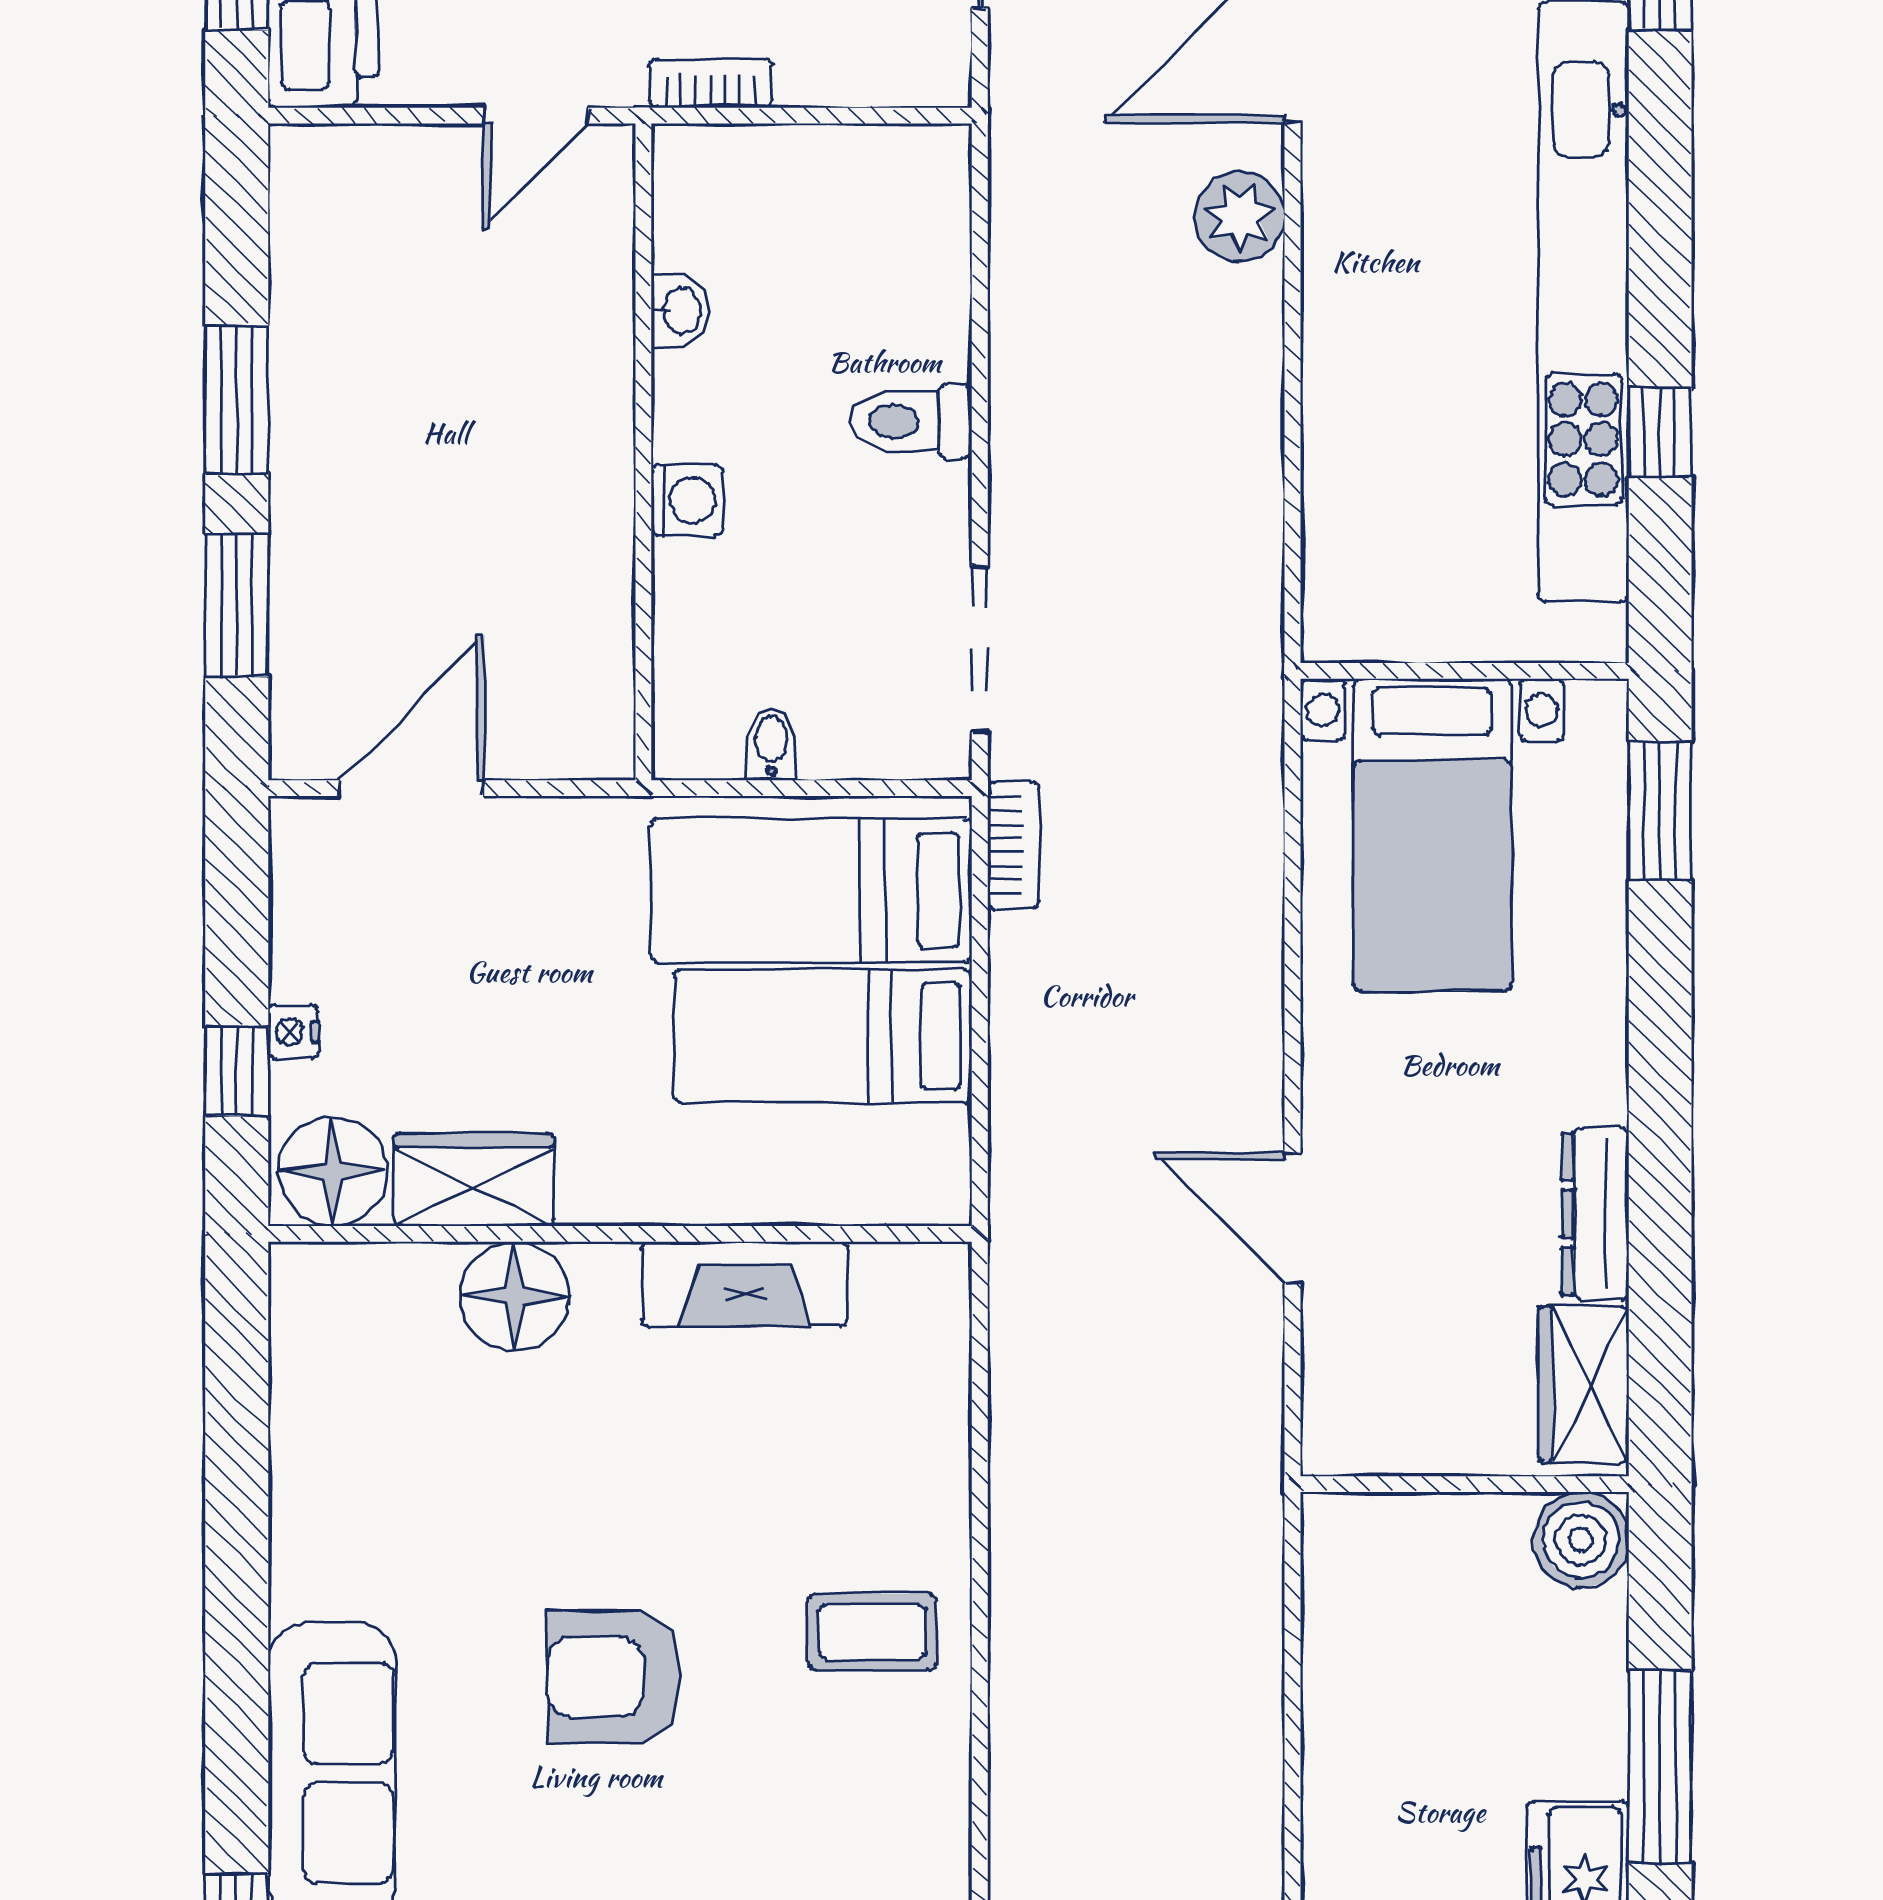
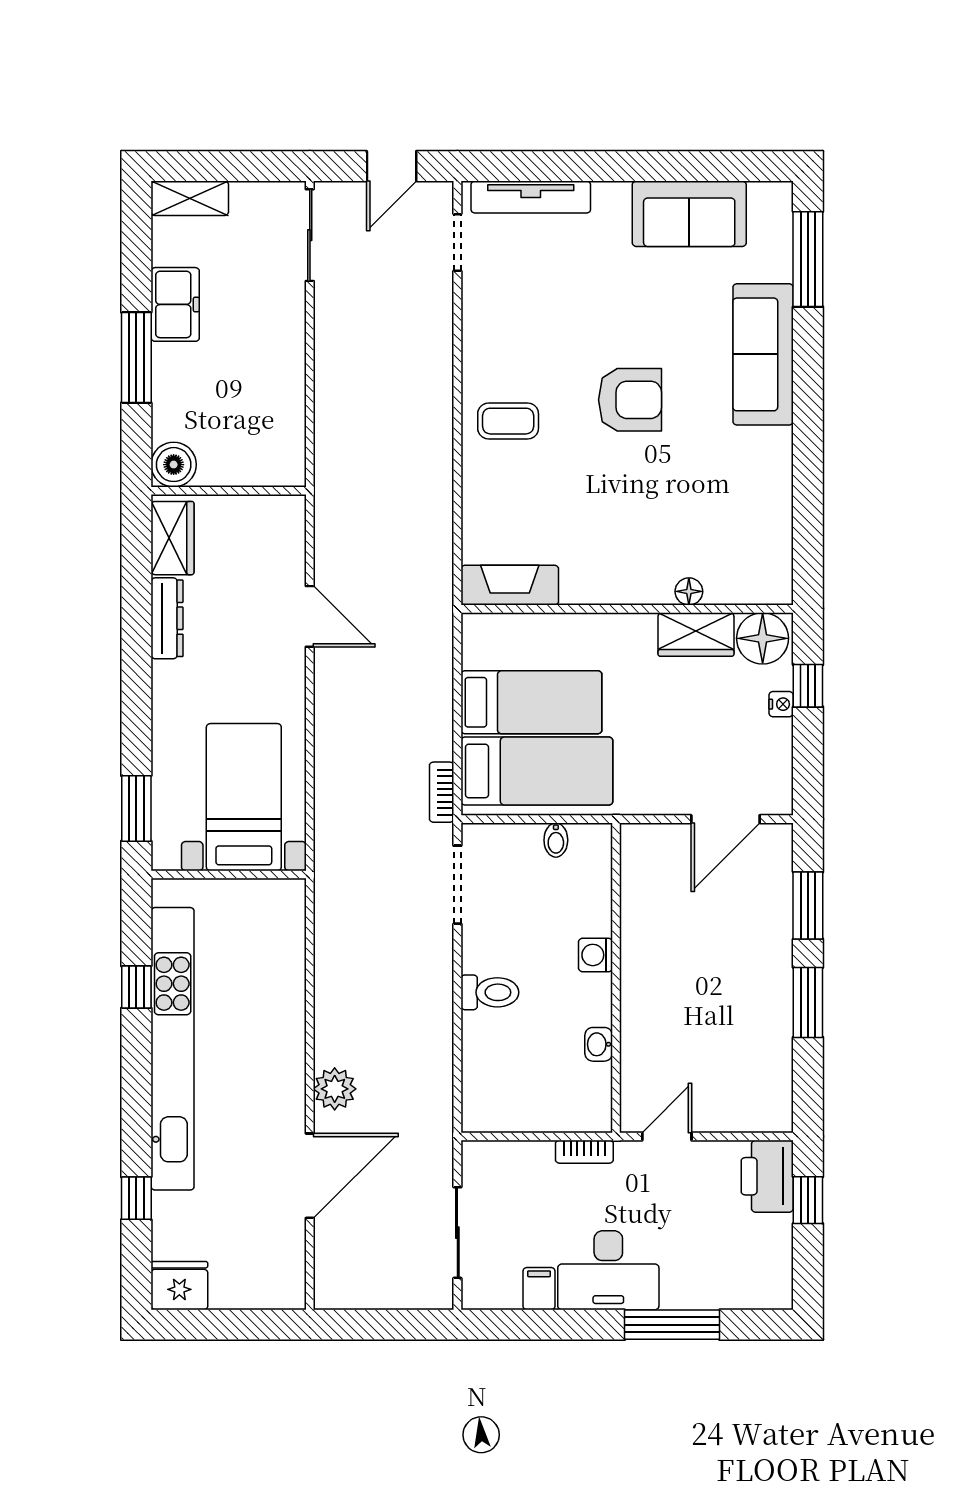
fireplace: (744, 1284) -> (510, 585), moved
floor lamp: (515, 1296) -> (689, 591), width x0.53, depth x0.53

